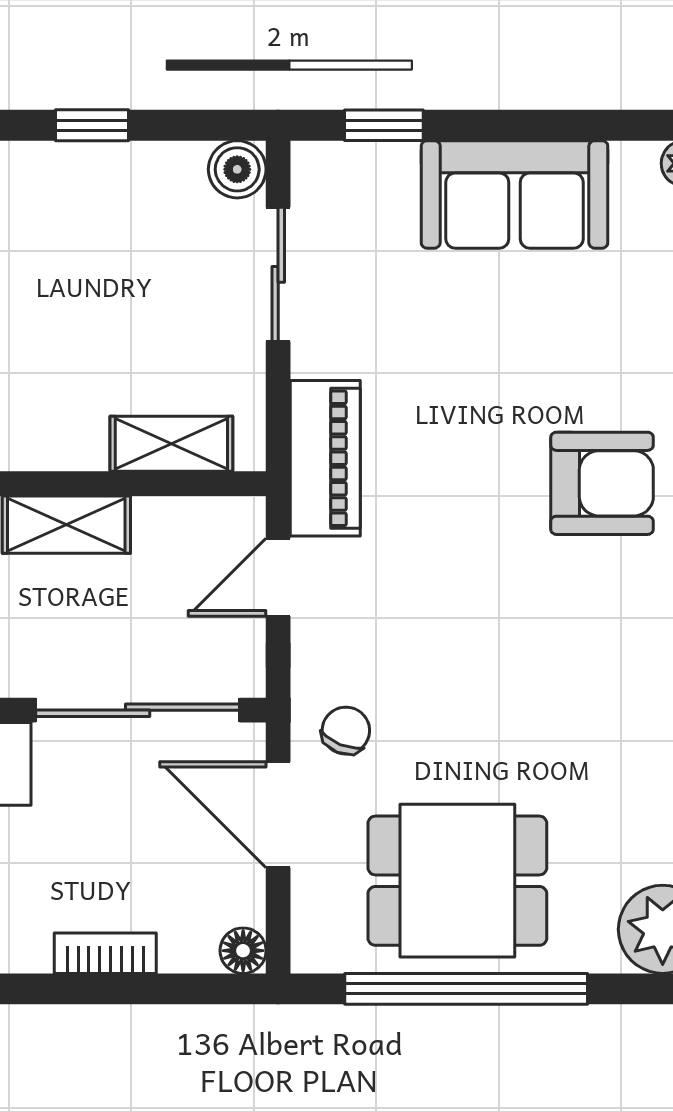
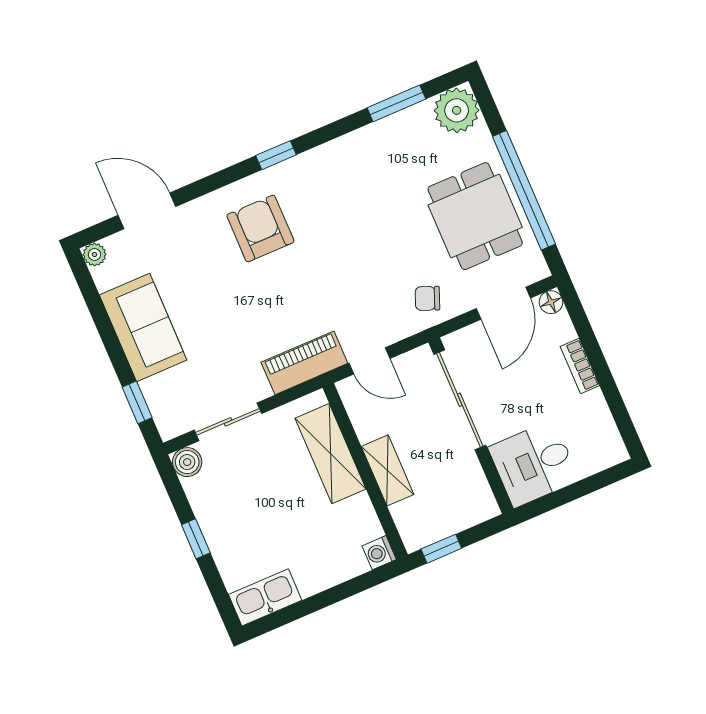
shelving: (171, 444) -> (330, 454), width x1.50, depth x1.33
door: (278, 815) -> (503, 303), moved

